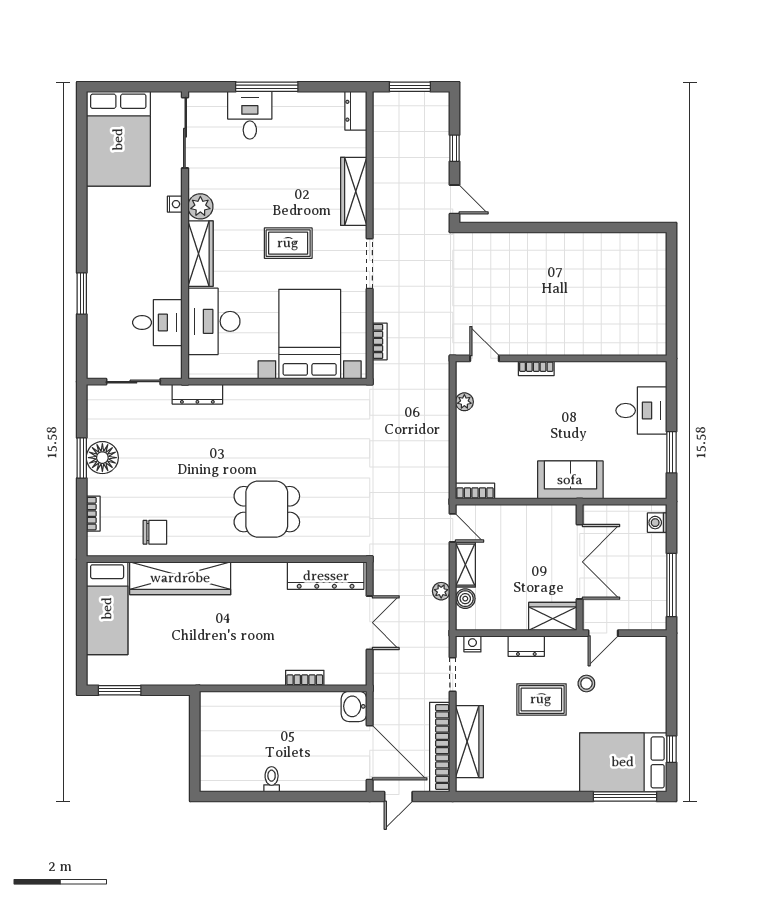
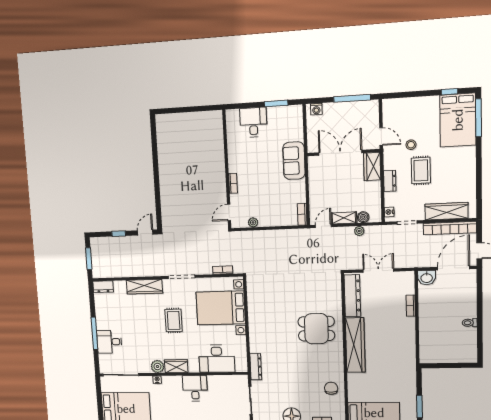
wardrobe: (200, 254) -> (176, 366), width x0.67
desk: (157, 323) -> (195, 388), moved
dining table: (267, 509) -> (316, 329), turned 90
wardrobe: (180, 578) -> (355, 345), moved

